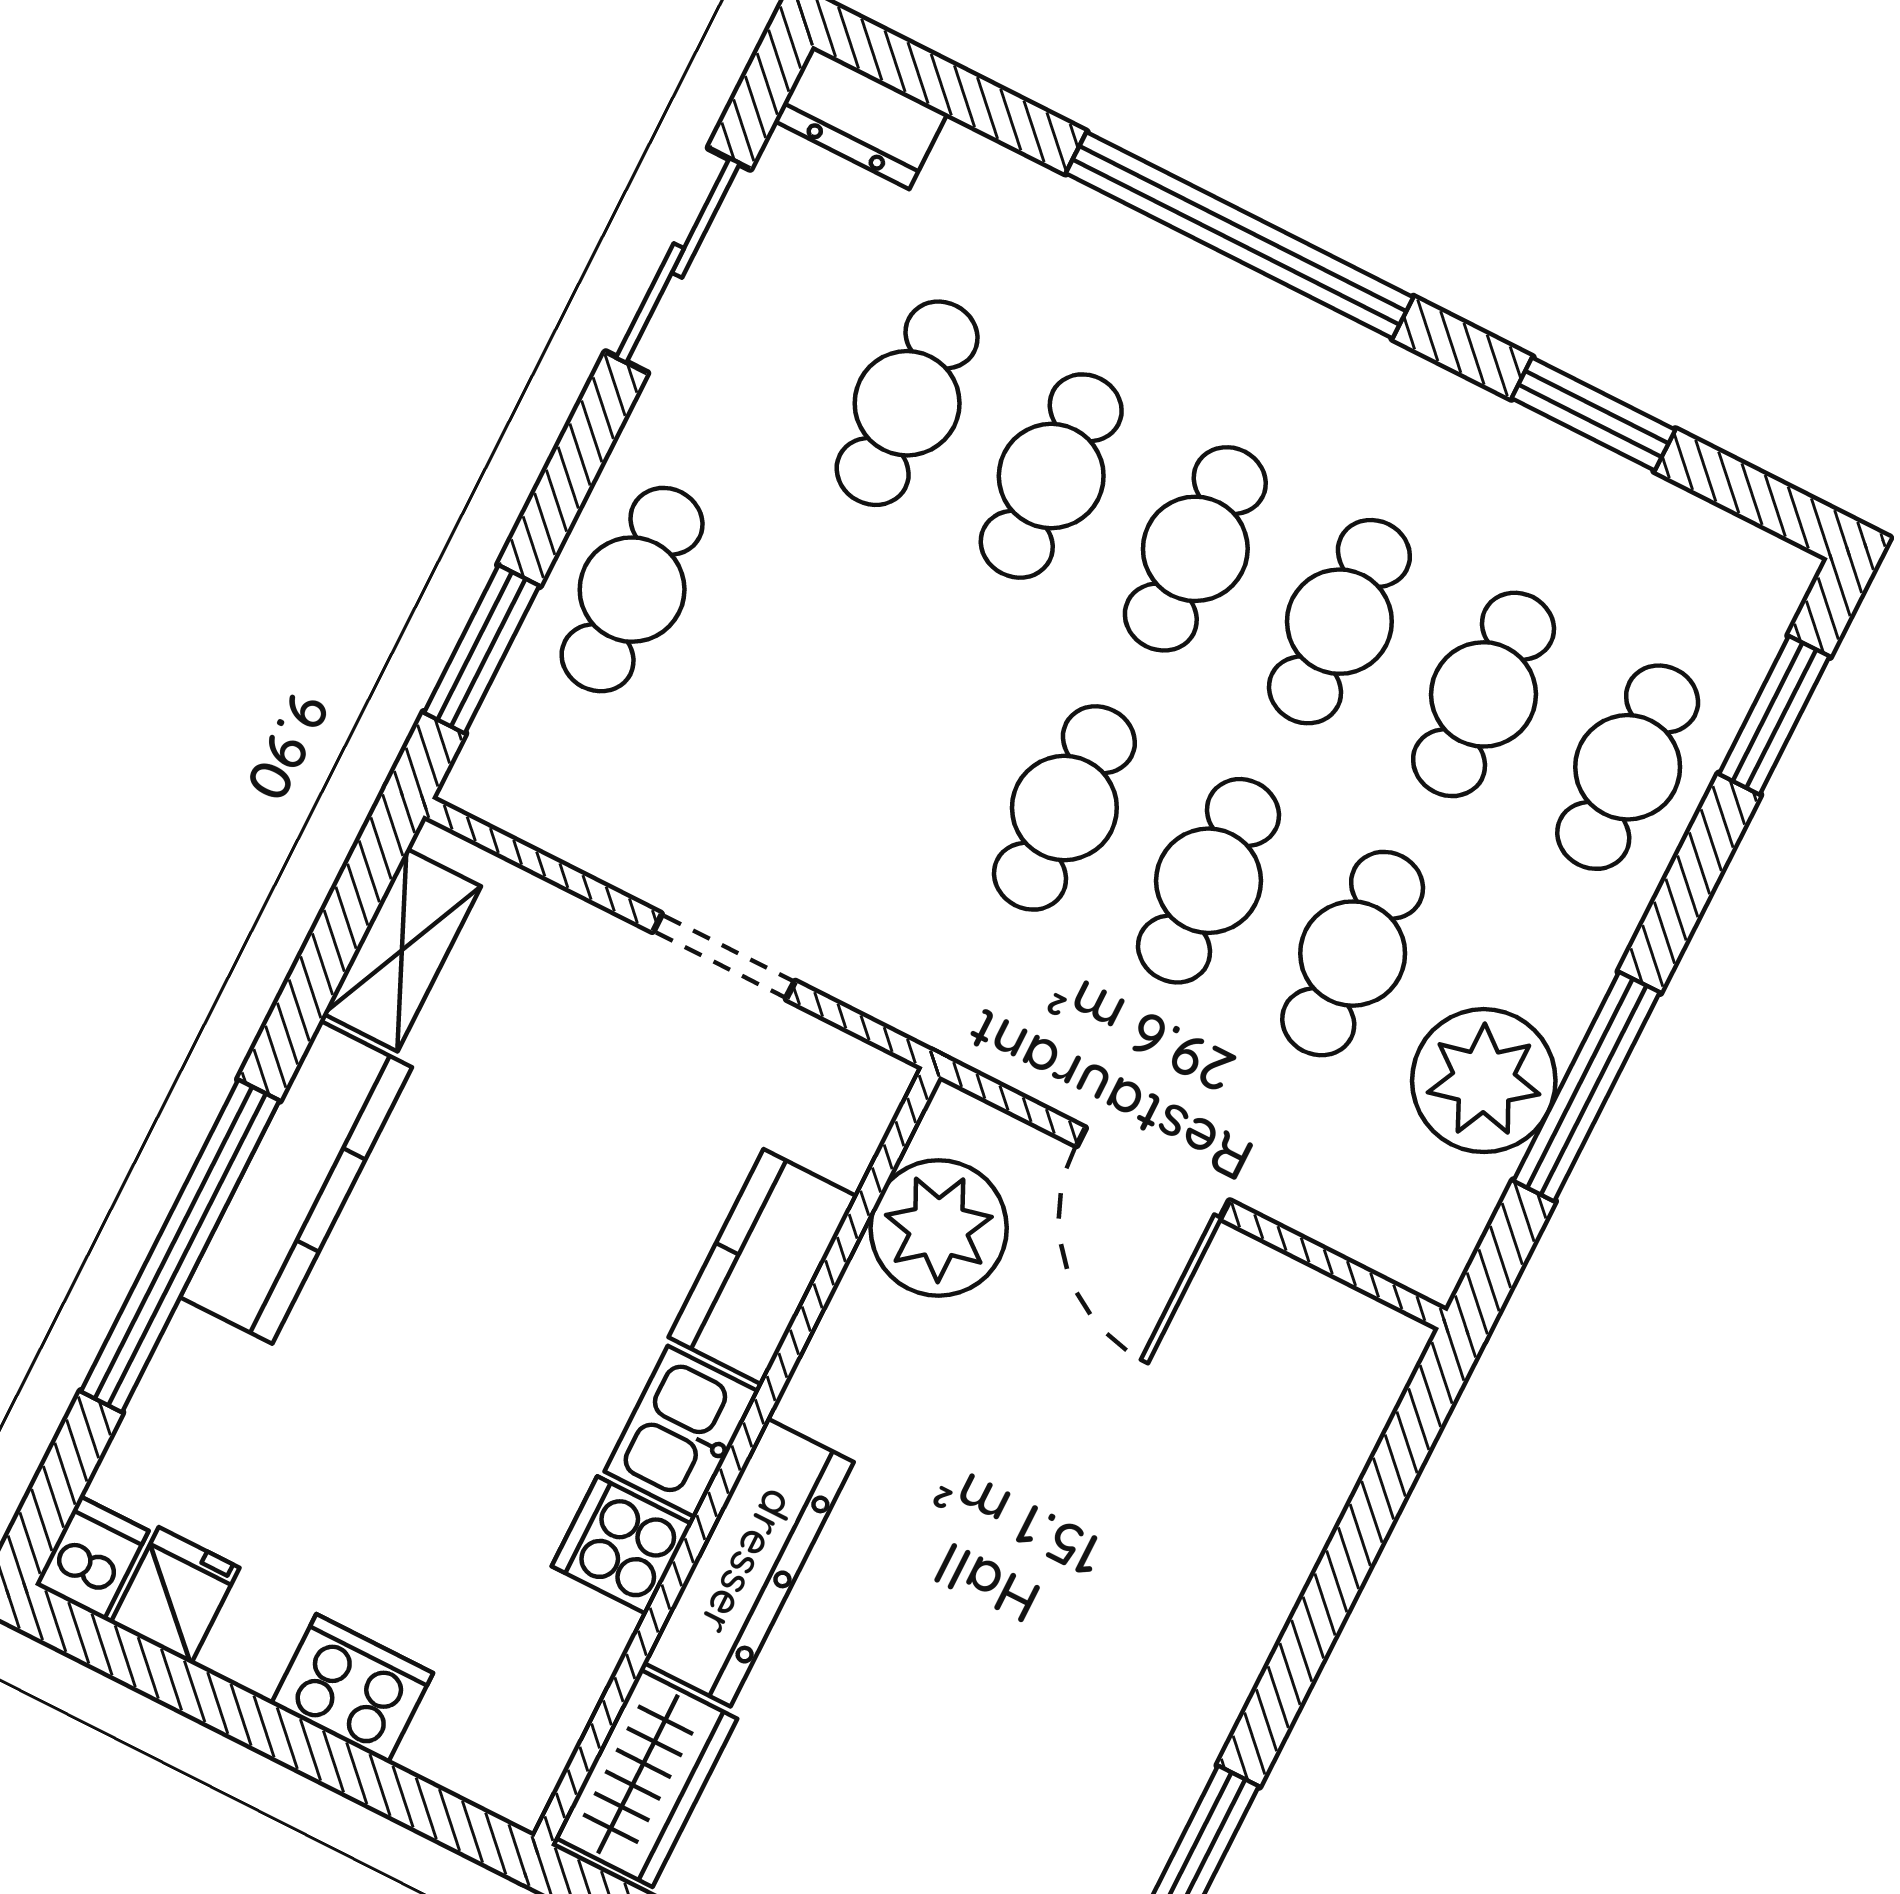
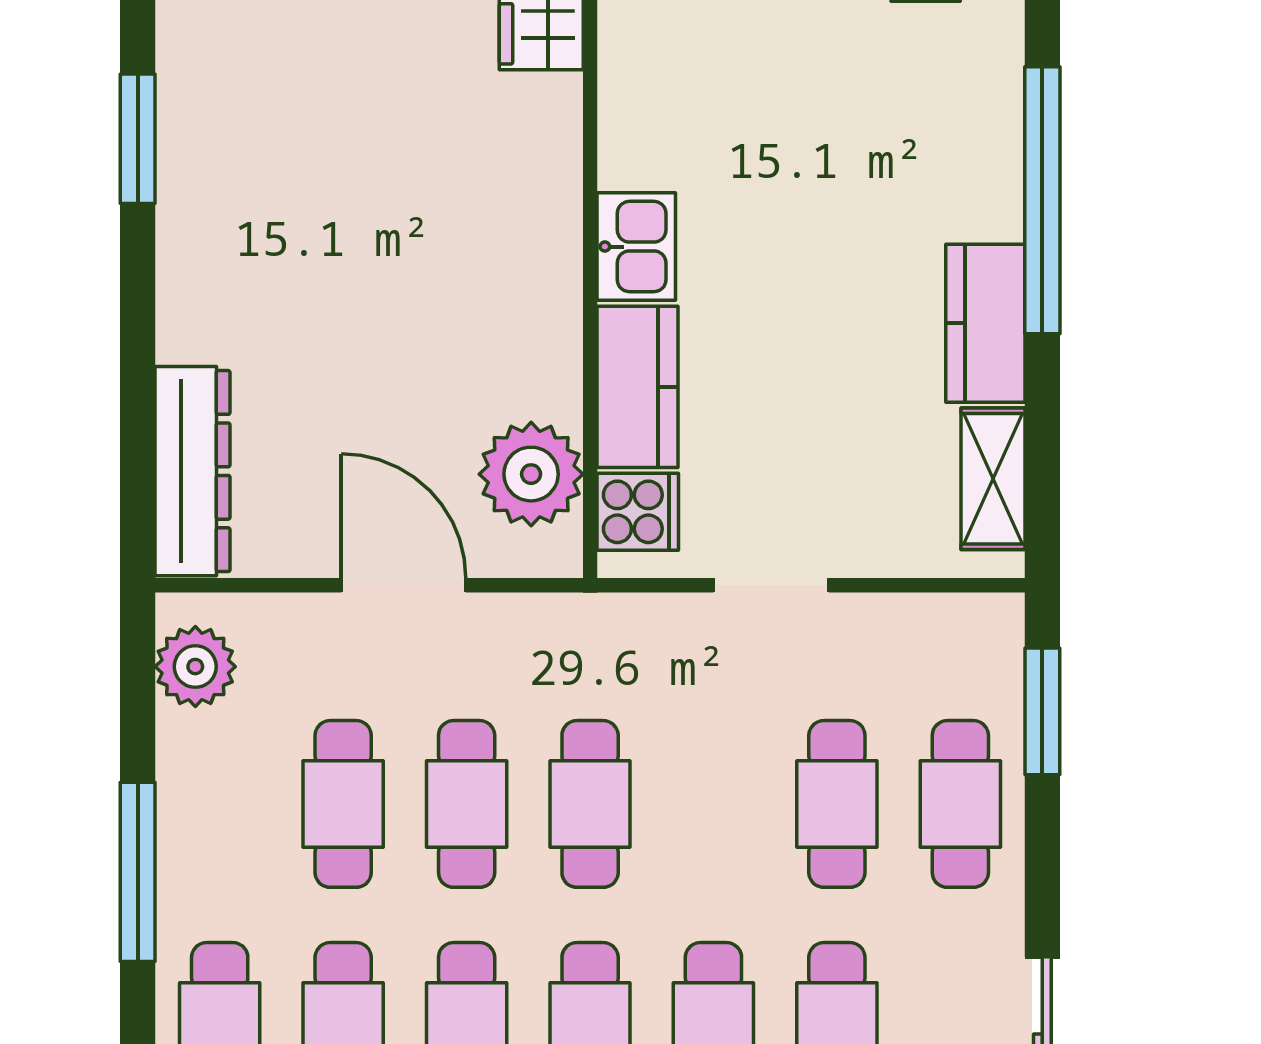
cafe table: (776, 662) -> (837, 804), added
plant: (1484, 1081) -> (195, 667), moved, width x0.73, depth x0.73
window: (1587, 1087) -> (138, 872), moved
kitchen counter: (296, 1182) -> (985, 323), width x0.67
cooker: (622, 1545) -> (638, 512), moved
dresser: (748, 1562) -> (193, 471), moved, turned 180

